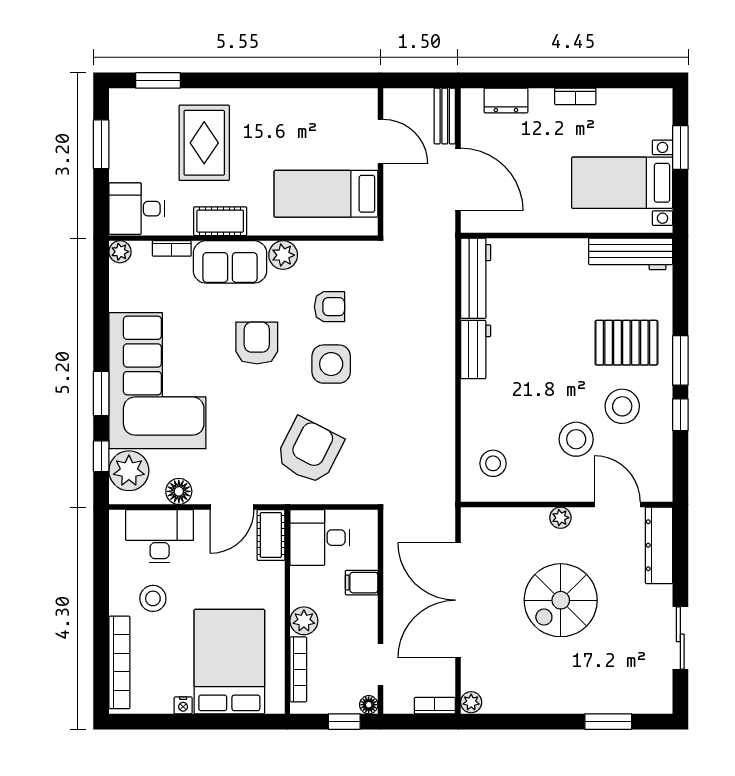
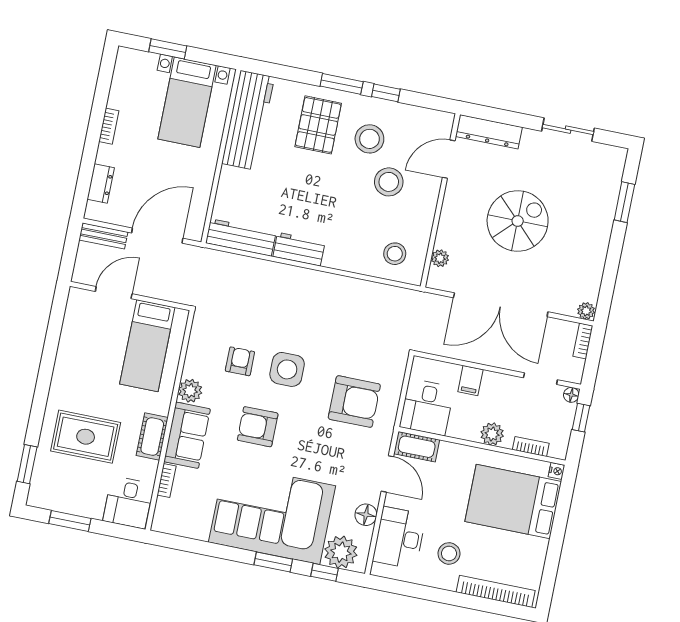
plant: (120, 252) -> (161, 523), removed
workbench: (631, 254) -> (248, 120), width x1.36, depth x1.32
armchair: (309, 451) -> (354, 402), turned 153
plant: (560, 518) -> (440, 258), moved
spiral stairs: (561, 600) -> (518, 221), turned -90
bookcase: (298, 669) -> (531, 447), width x0.64
nightstand: (183, 705) -> (556, 471), moved

